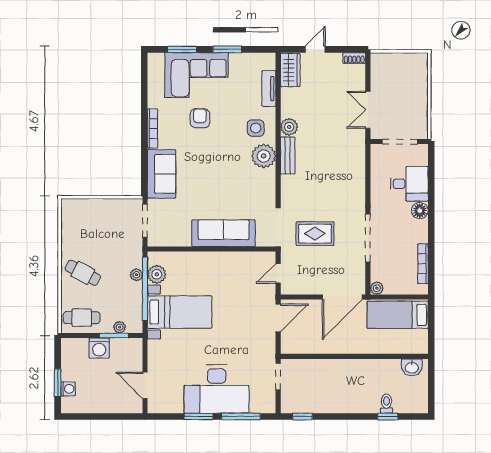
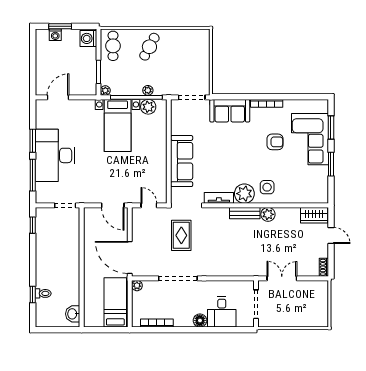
tv unit: (269, 89) -> (219, 198), moved
plant: (120, 327) -> (105, 90), moved
washing machine: (99, 348) -> (88, 38), moved

